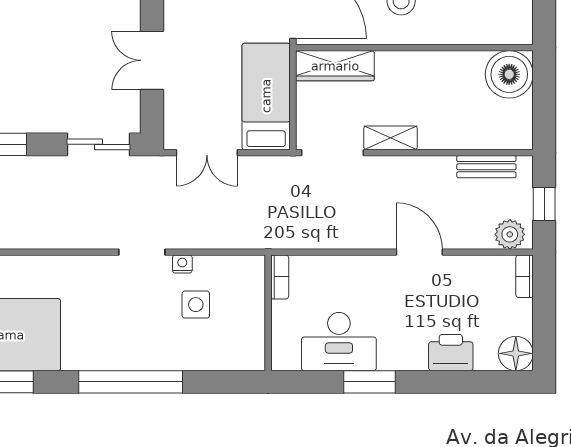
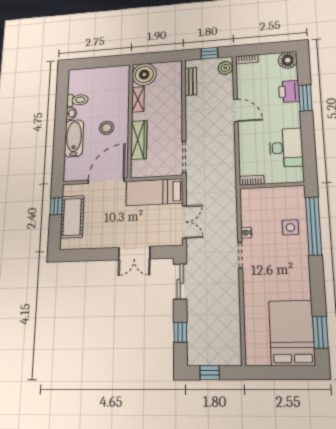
wardrobe: (335, 66) -> (139, 140), moved
shelving: (390, 138) -> (138, 99), moved
door: (419, 252) -> (236, 110), swing flipped
side table: (196, 305) -> (290, 227), moved
window: (131, 382) -> (314, 226), moved
window: (370, 382) -> (305, 98), moved

